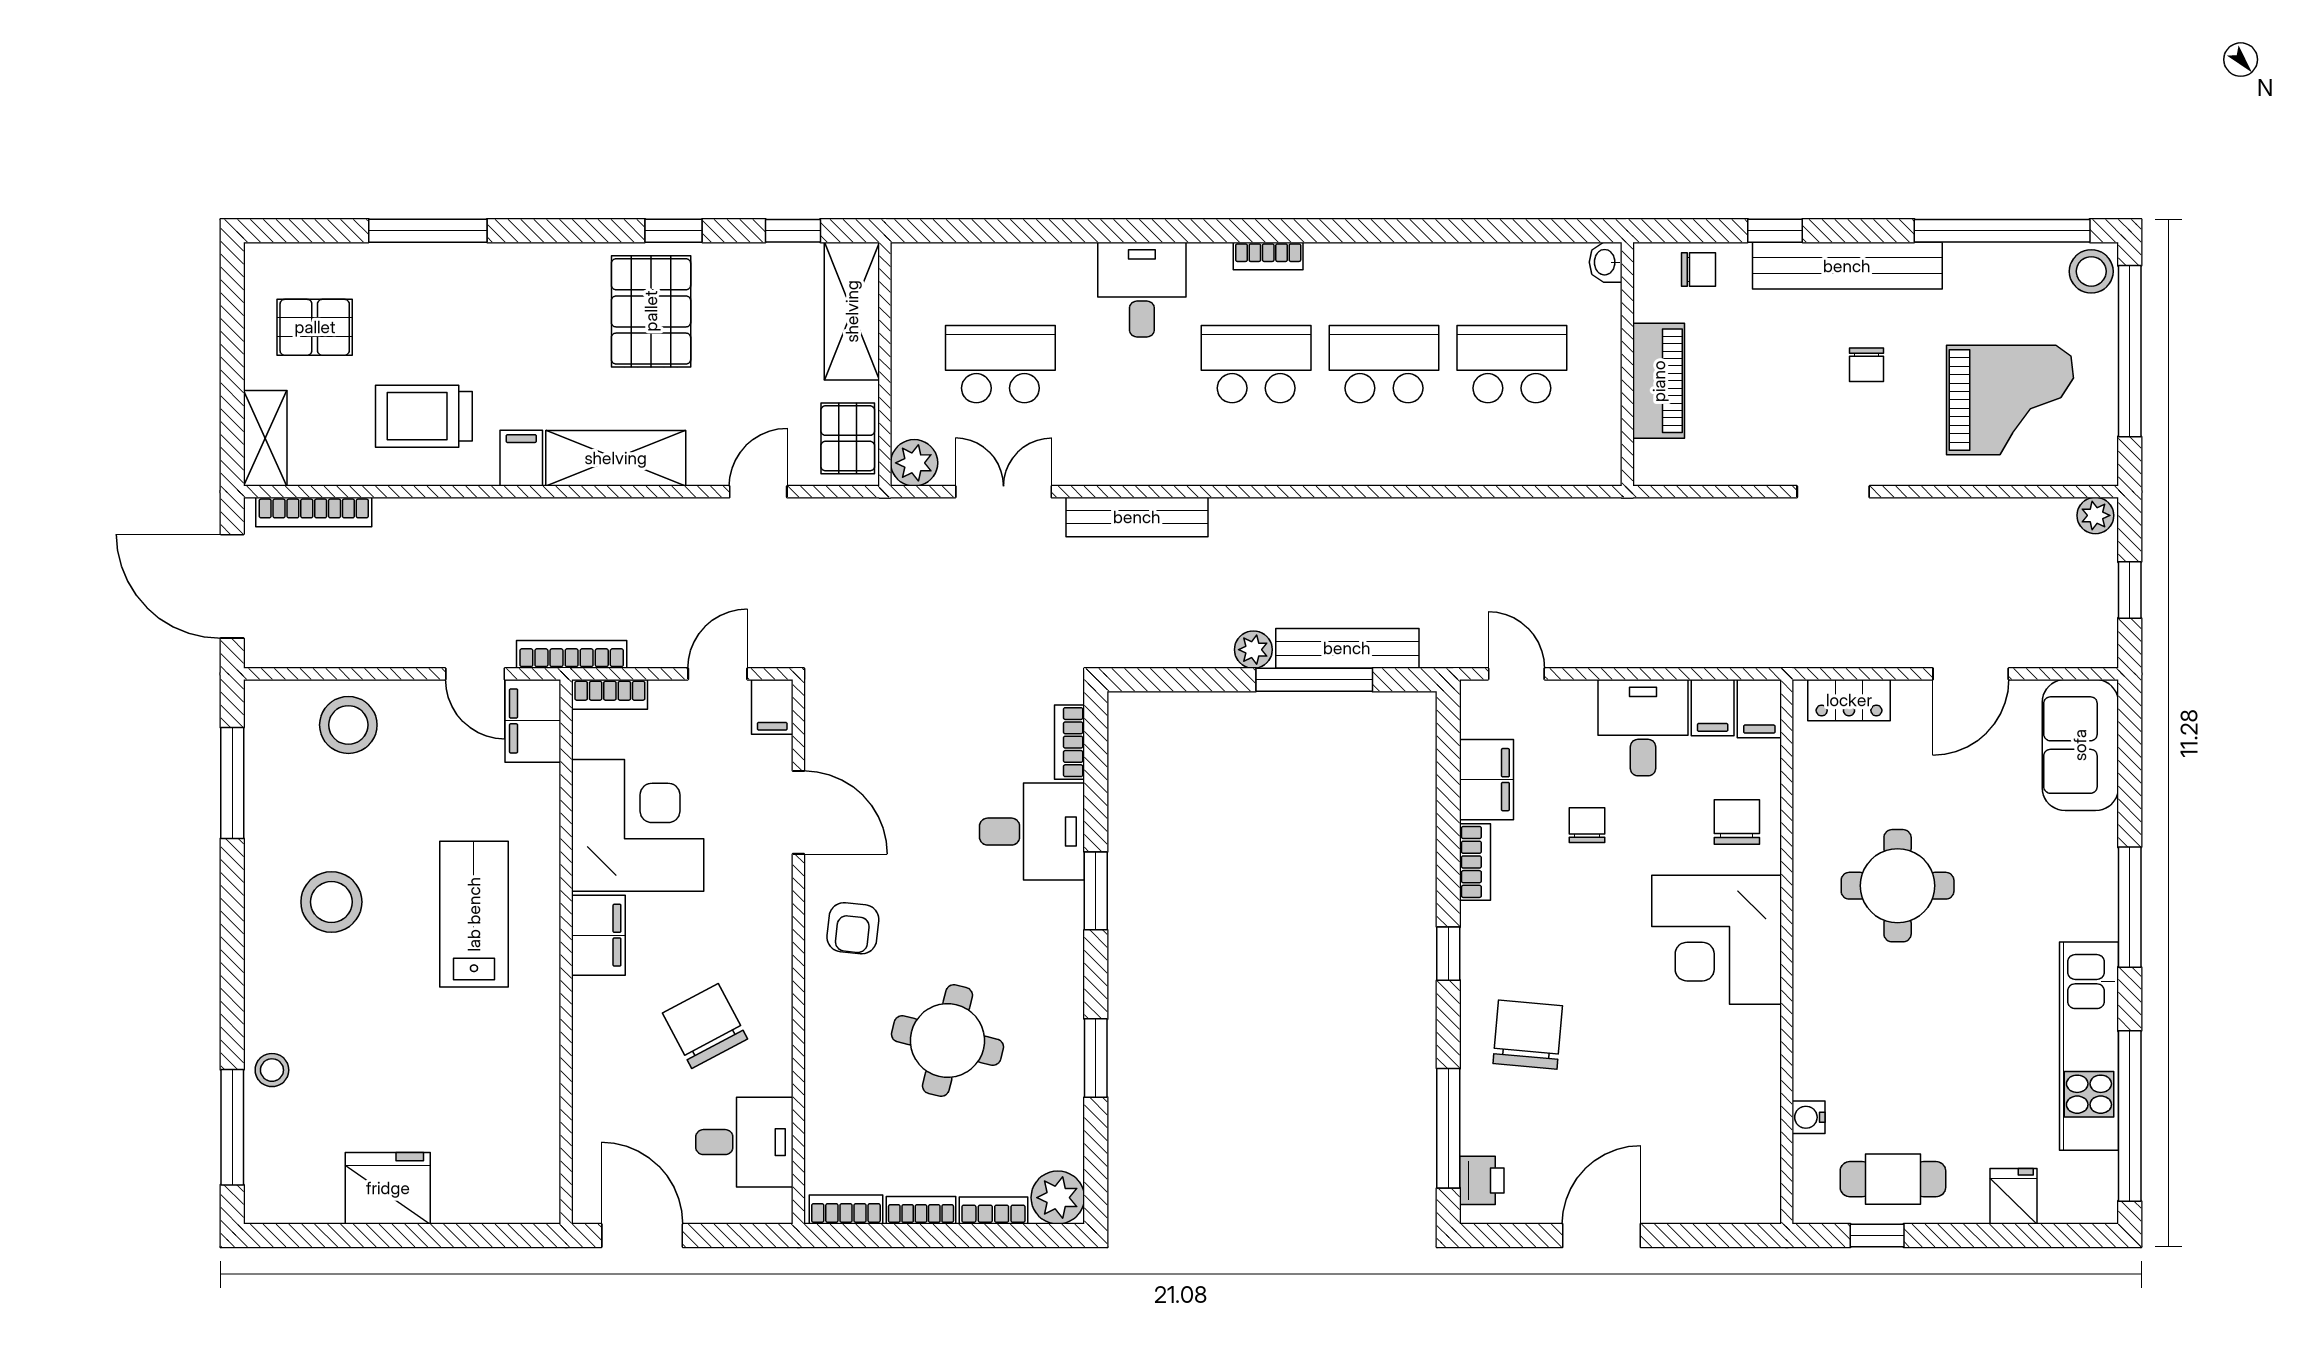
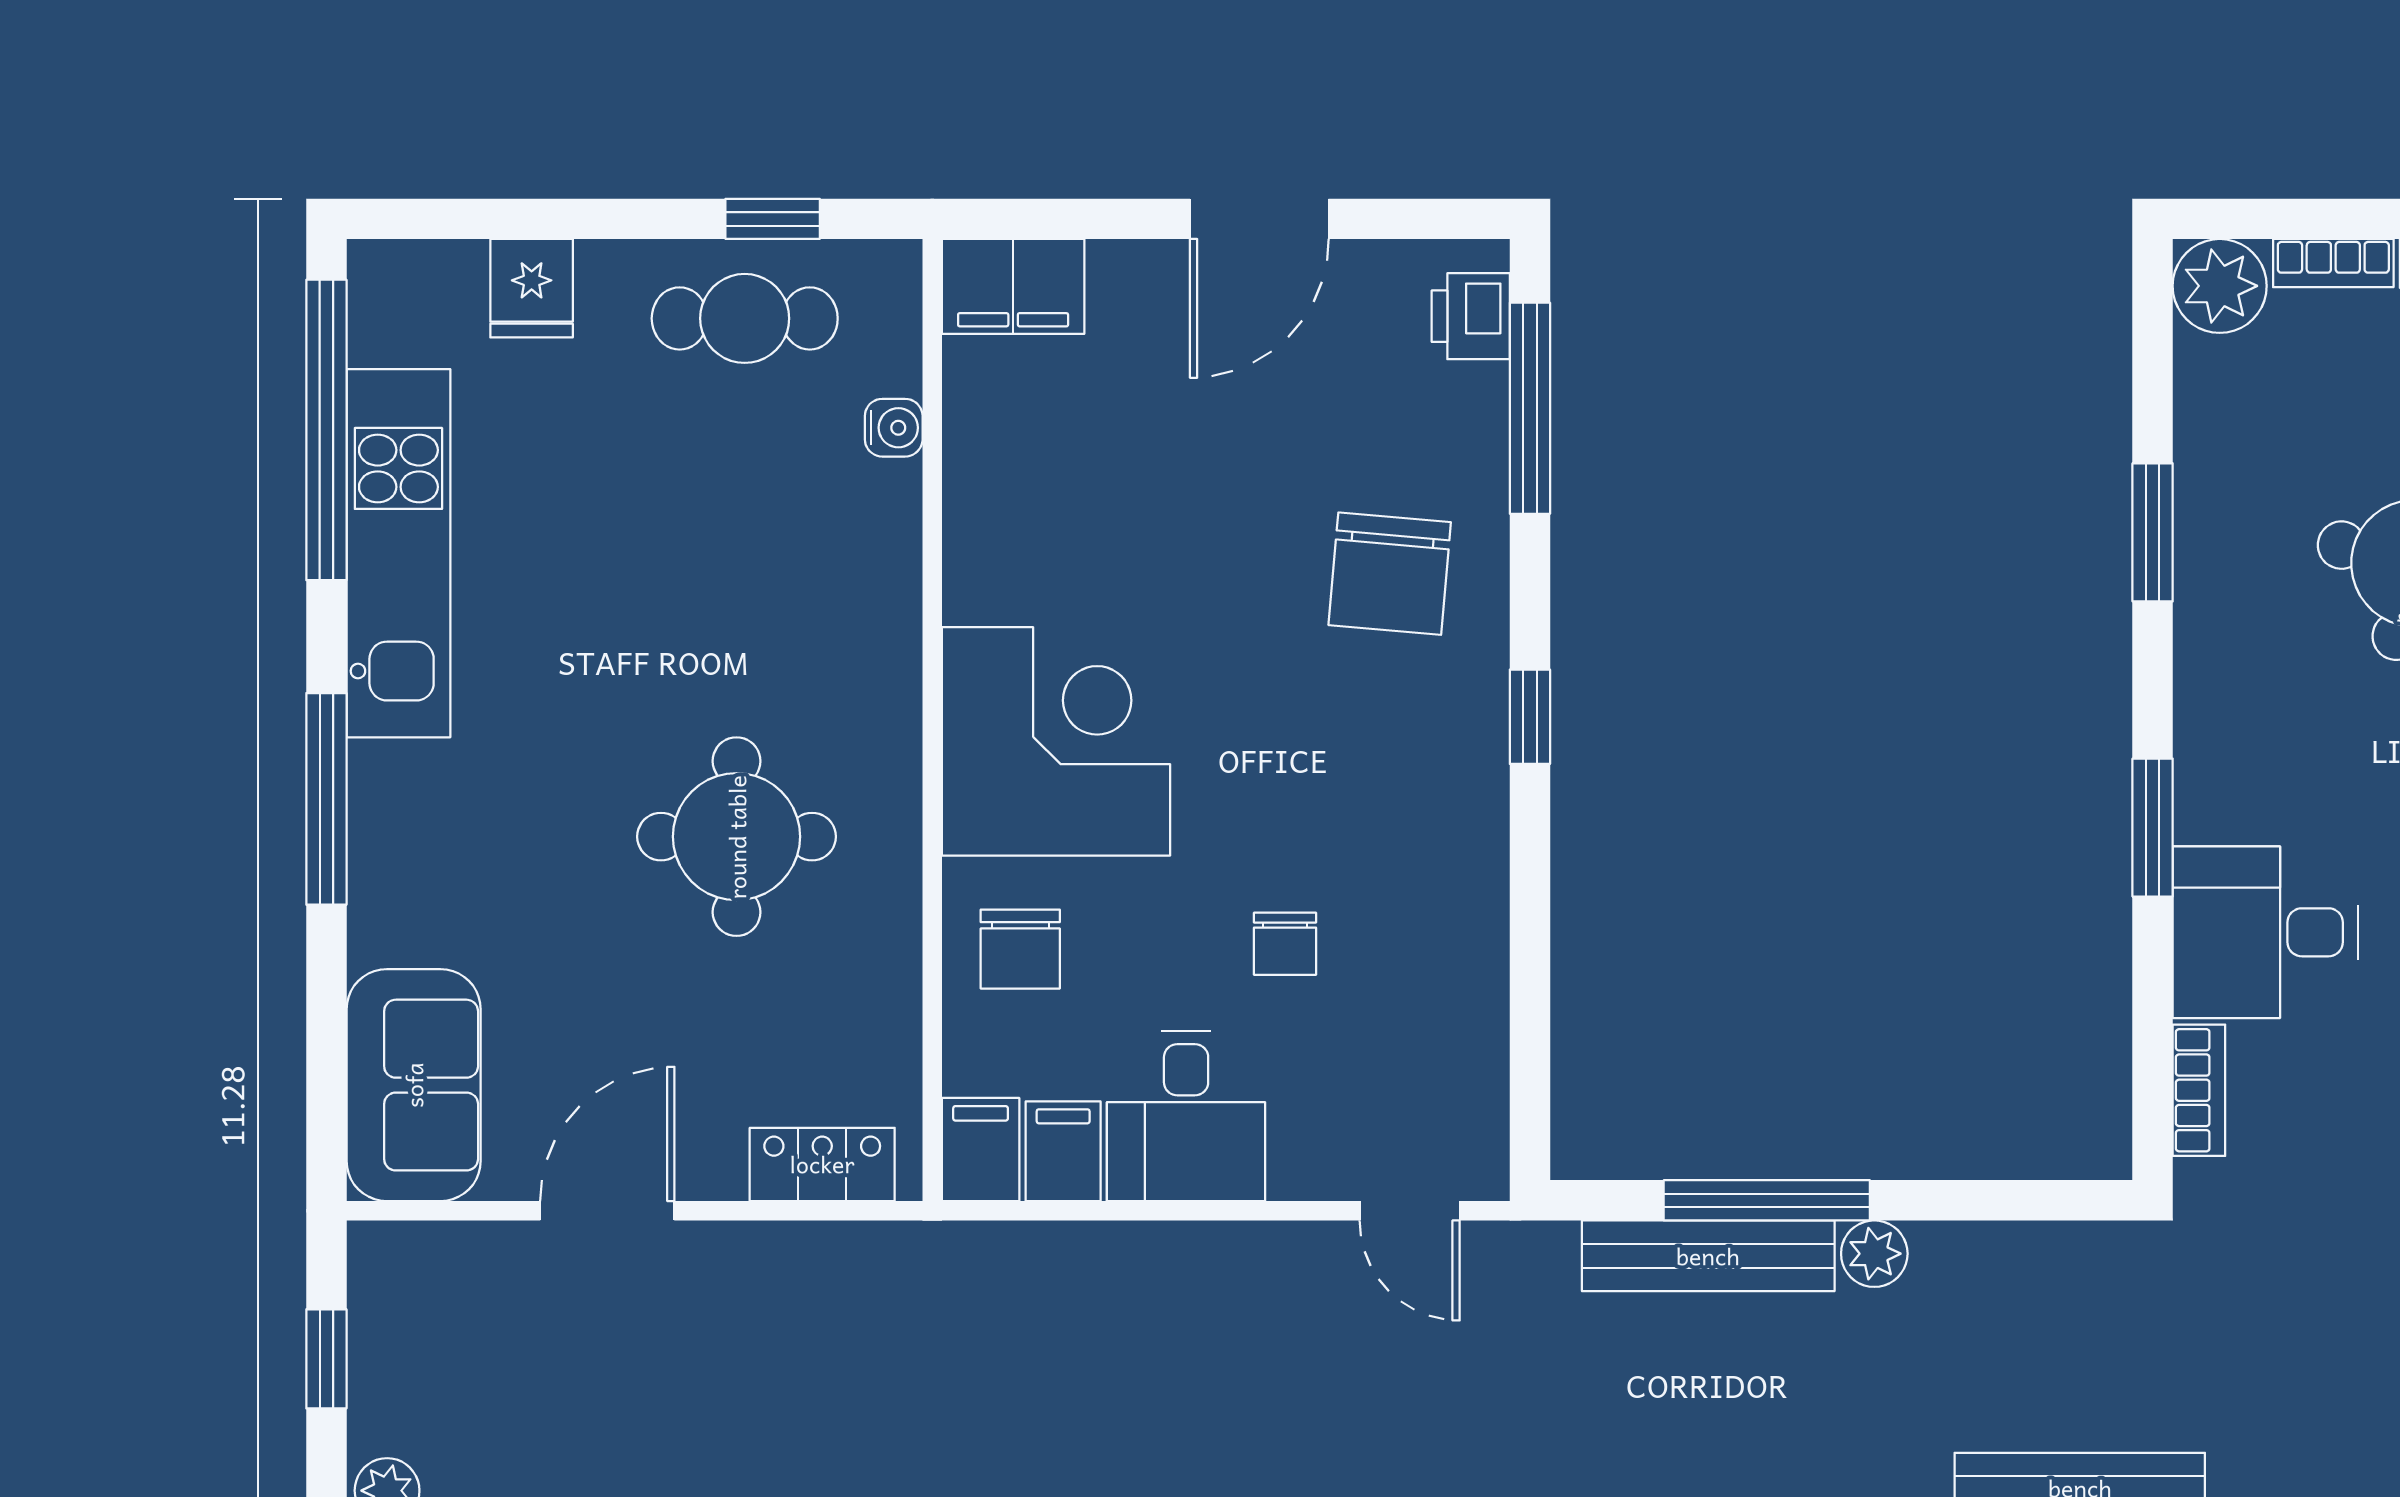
filing cabinet: (1487, 780) -> (1013, 286), moved, turned -90
bookcase: (1475, 862) -> (1483, 879), removed

